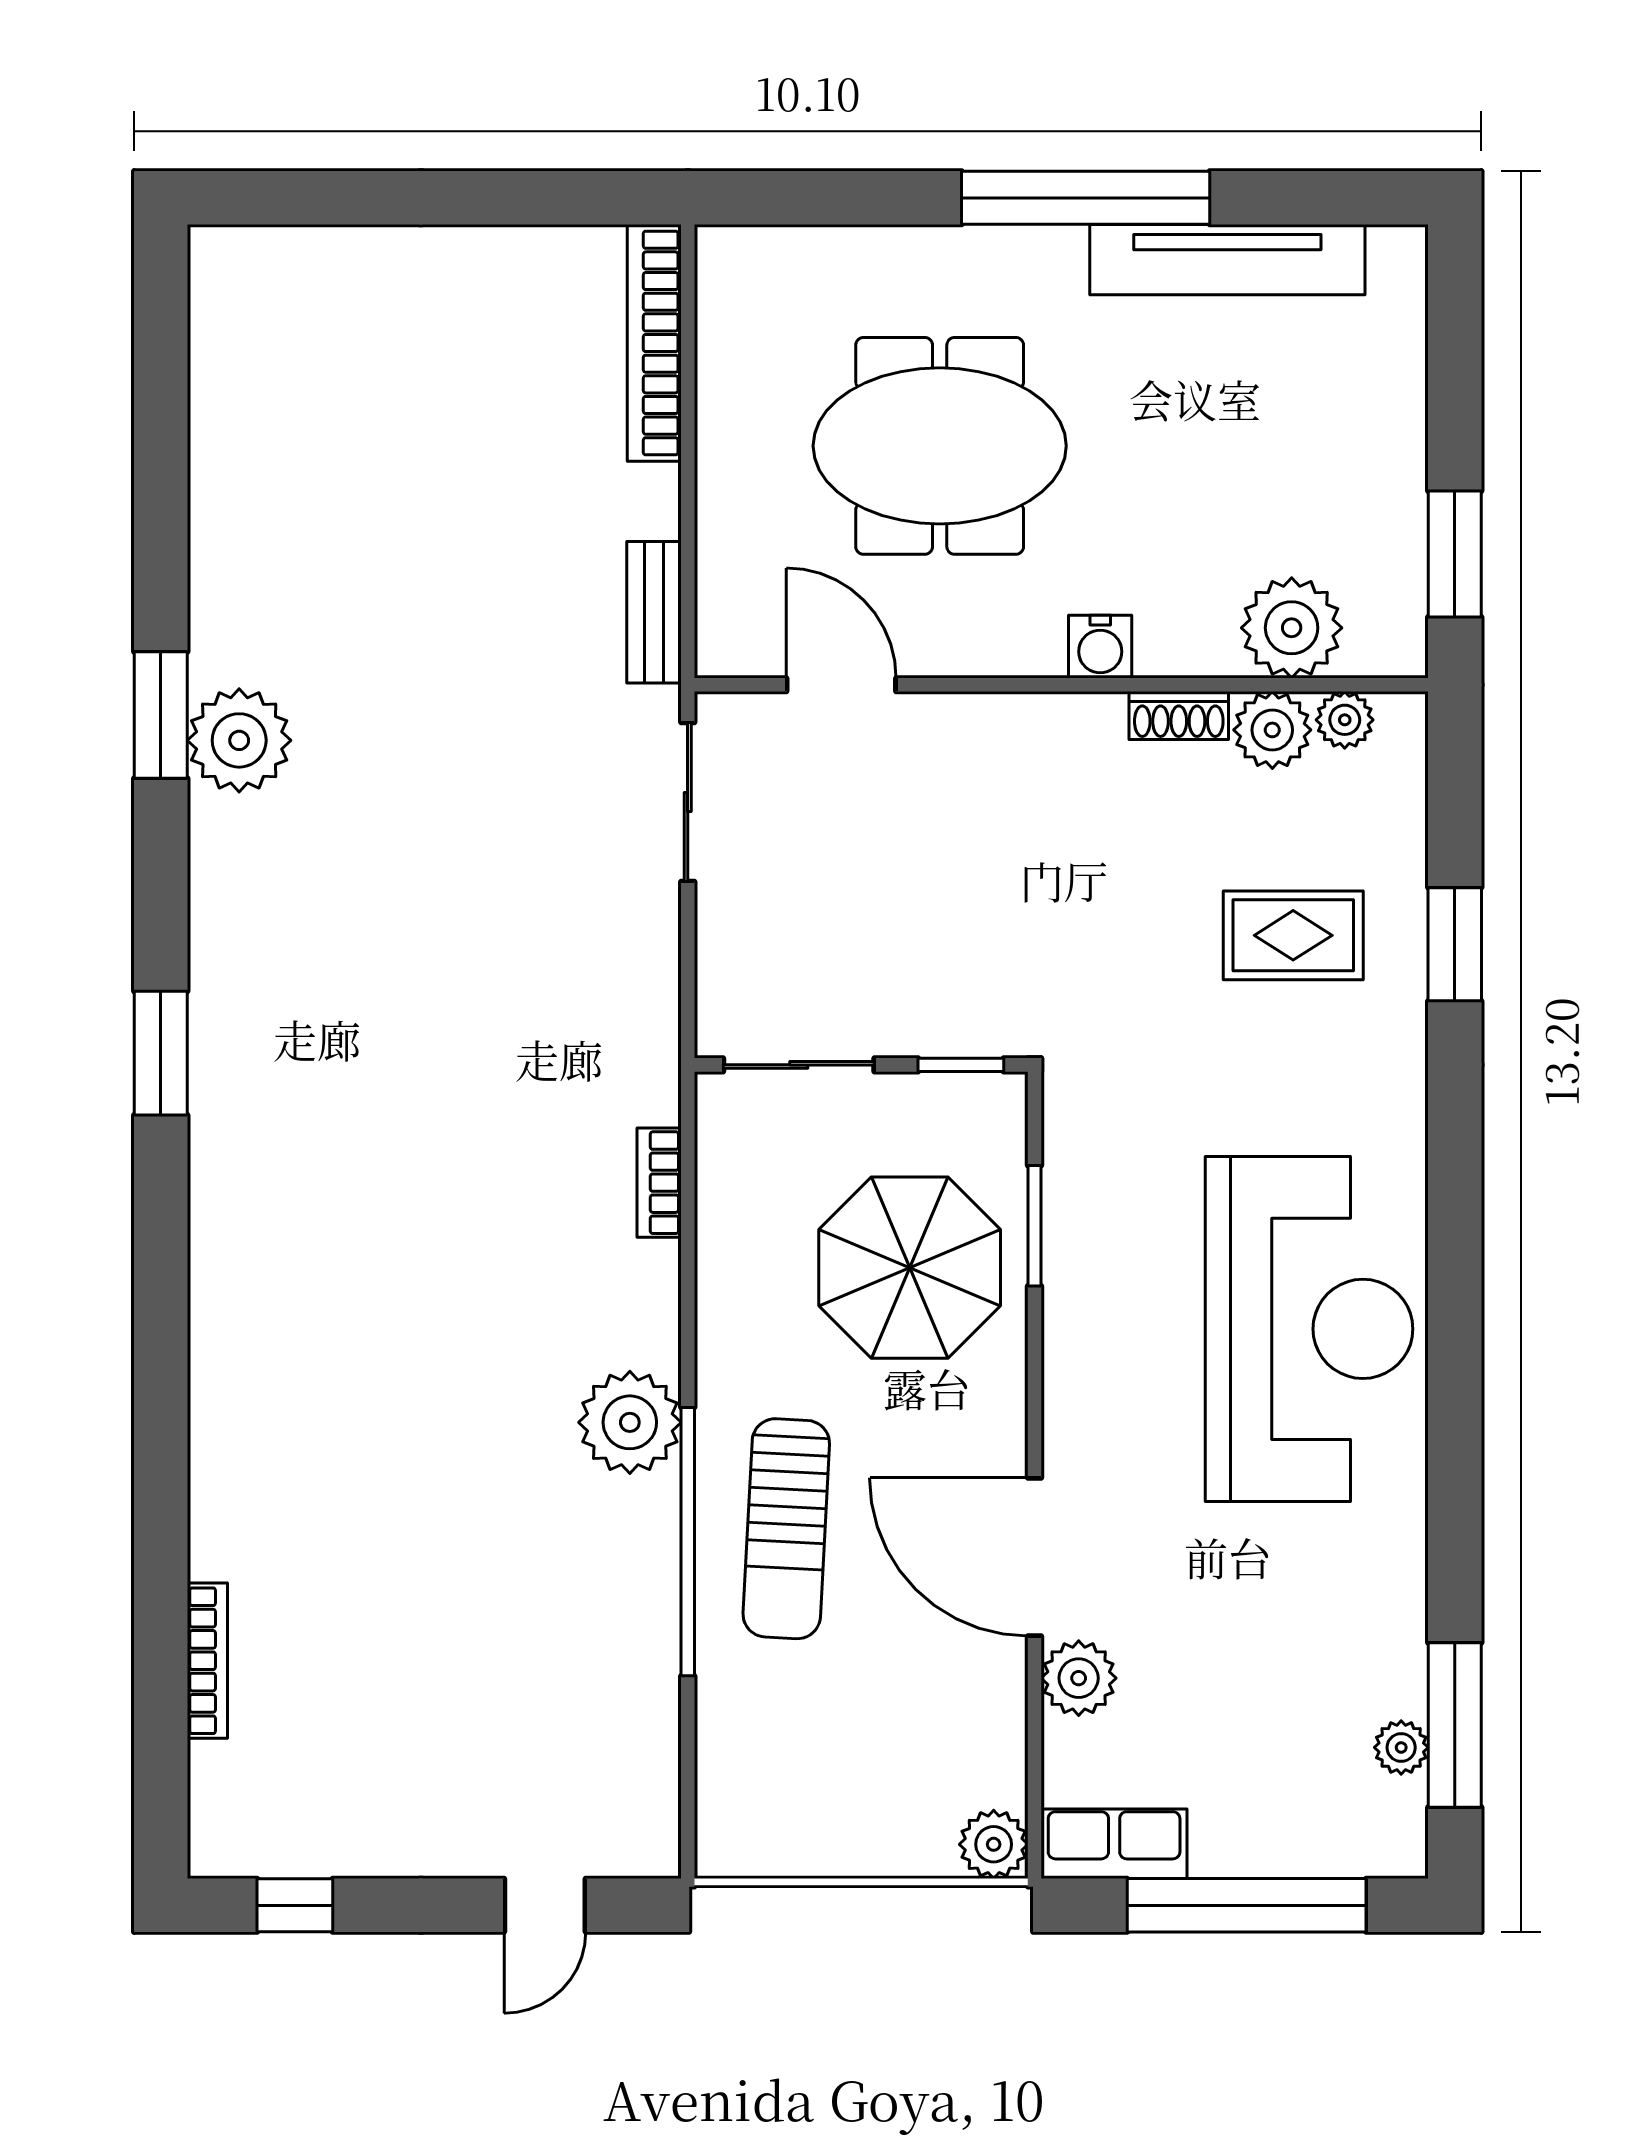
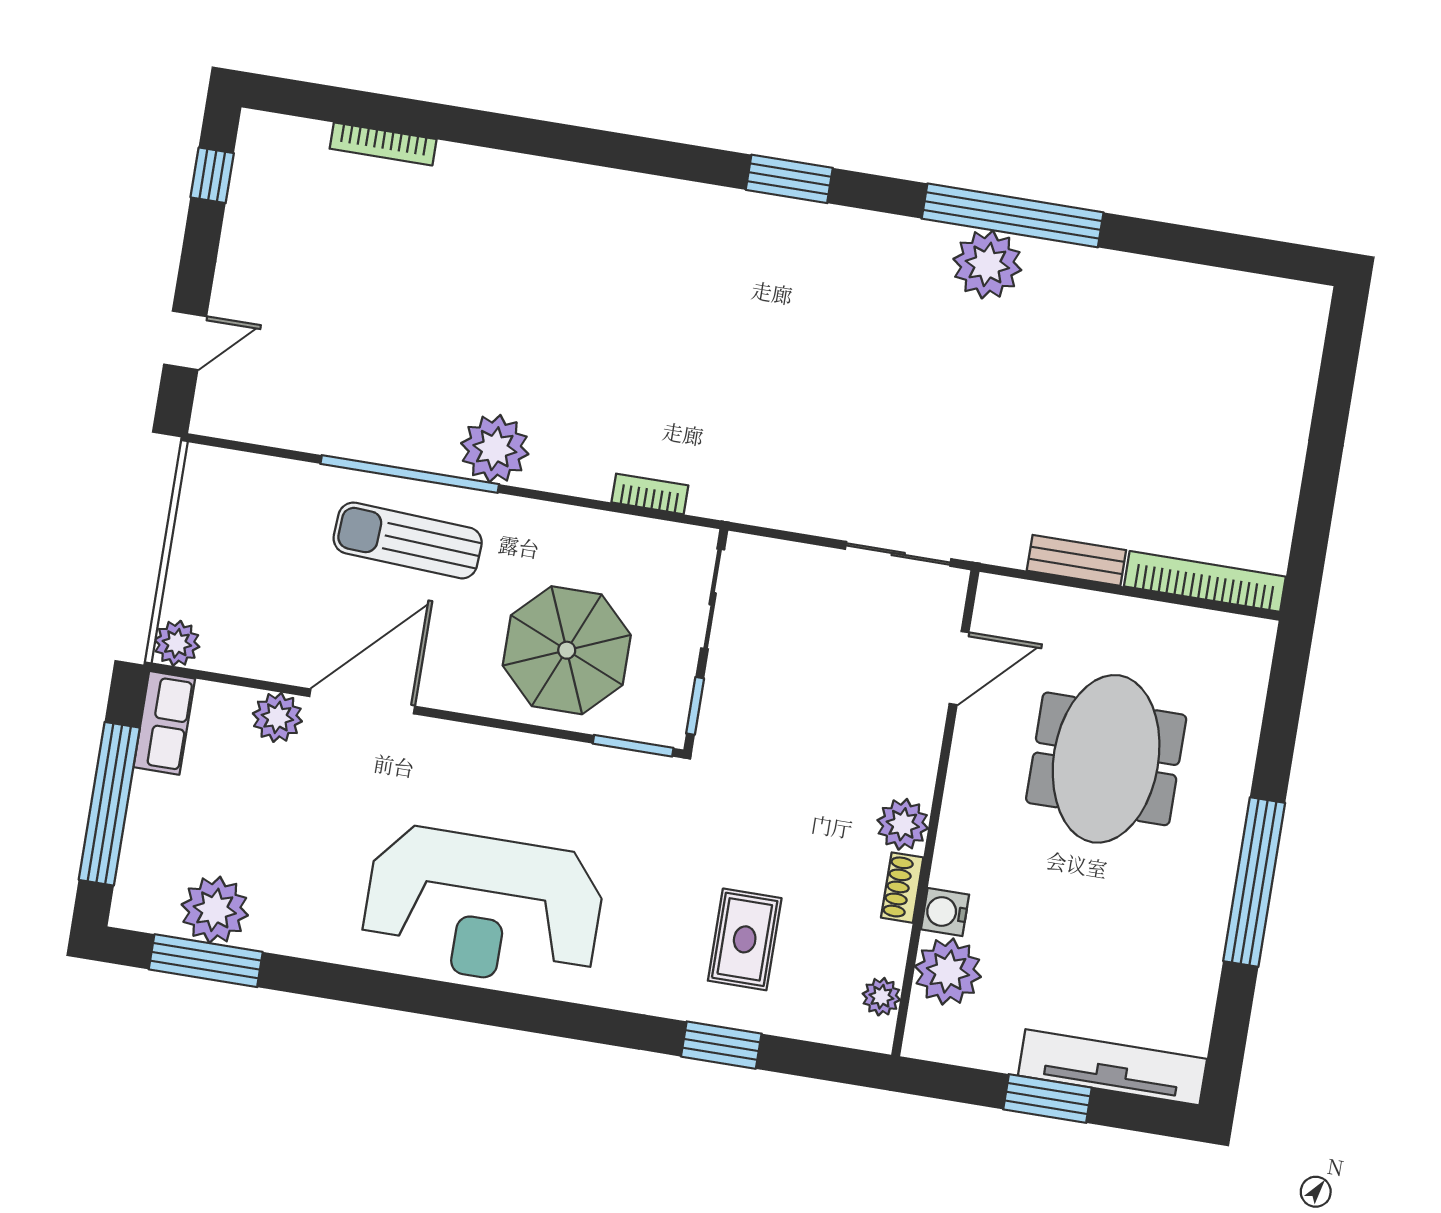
tv unit: (1227, 260) -> (1112, 1067), moved, turned 90
window: (1455, 554) -> (1048, 1098), moved
bench: (654, 612) -> (1076, 560), moved
water cooler: (1100, 647) -> (945, 912), moved
window: (161, 715) -> (1013, 215), width x2.11
plant: (1272, 730) -> (903, 824), moved
window: (1035, 1226) -> (633, 746), moved
plant: (1401, 1747) -> (215, 910), width x1.87, depth x1.87
door: (545, 1905) -> (185, 340), swing flipped

